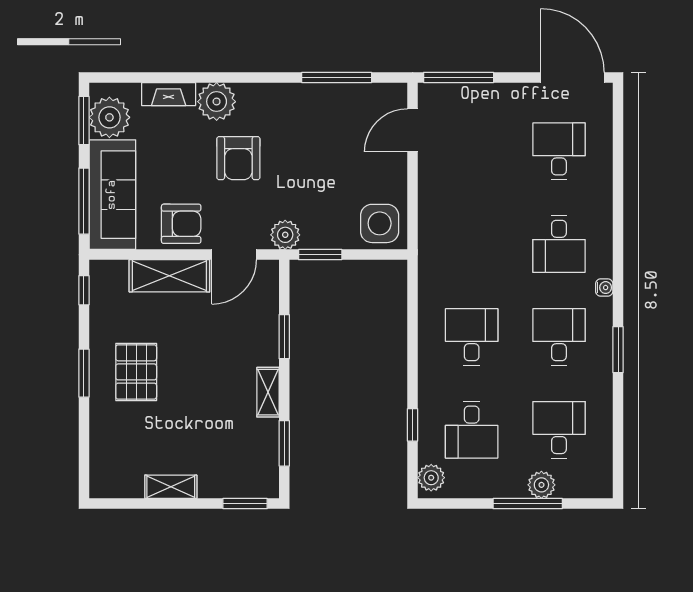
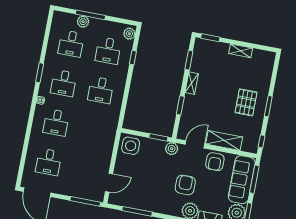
armchair: (181, 224) -> (215, 162), turned -90
desk: (559, 244) -> (56, 122), turned 180
desk: (472, 430) -> (108, 51), turned 180

